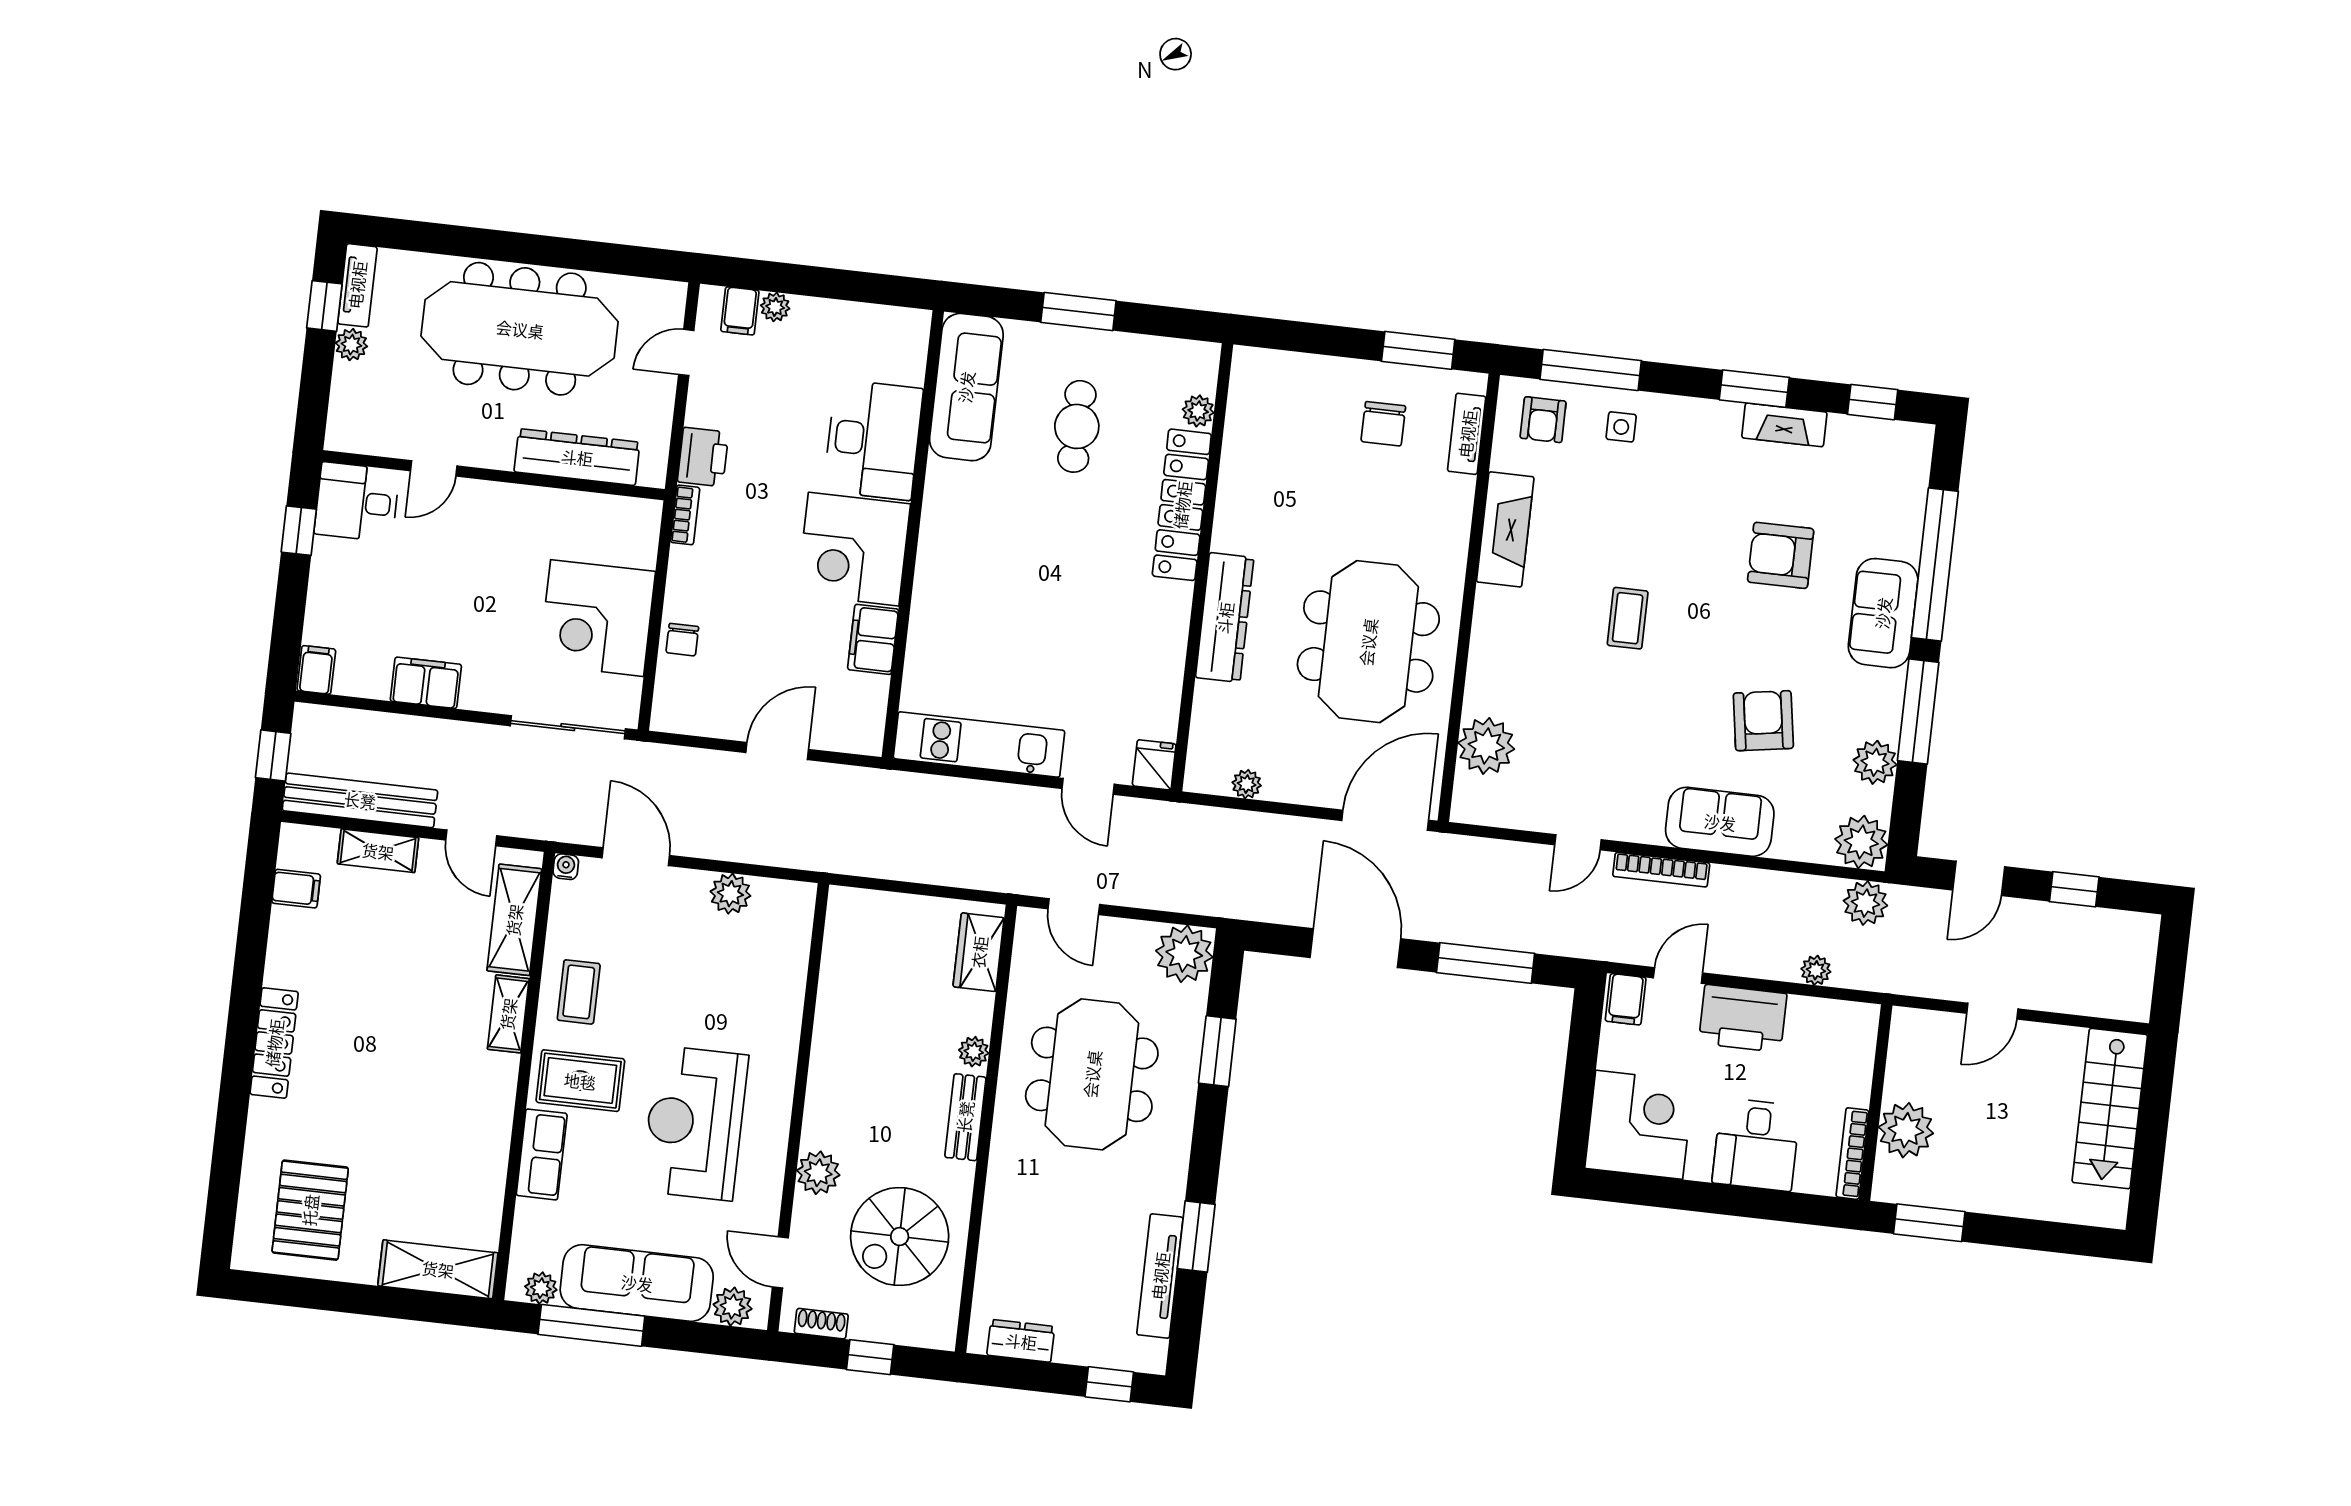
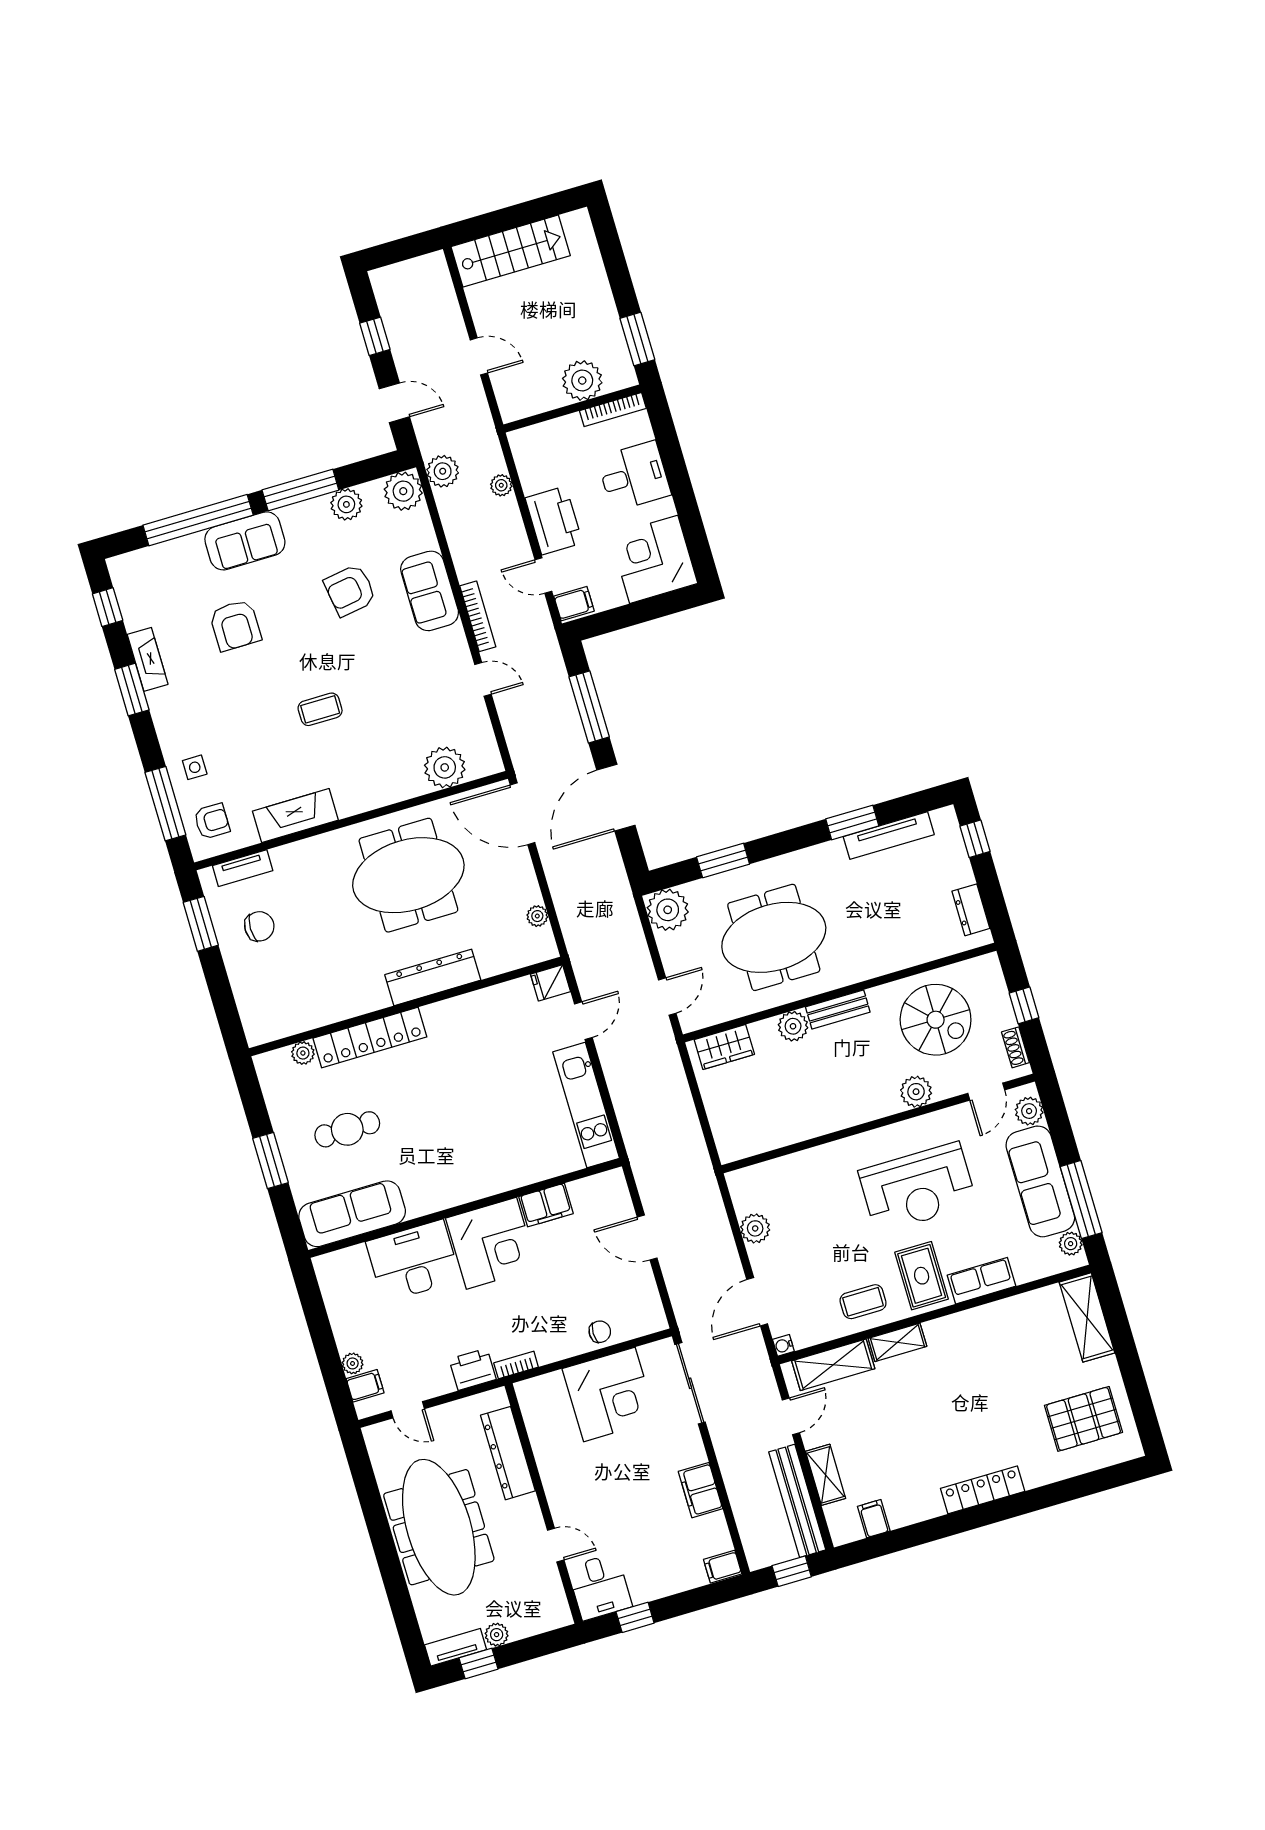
plant: (974, 1052) -> (793, 1026), width x1.38, depth x1.38

